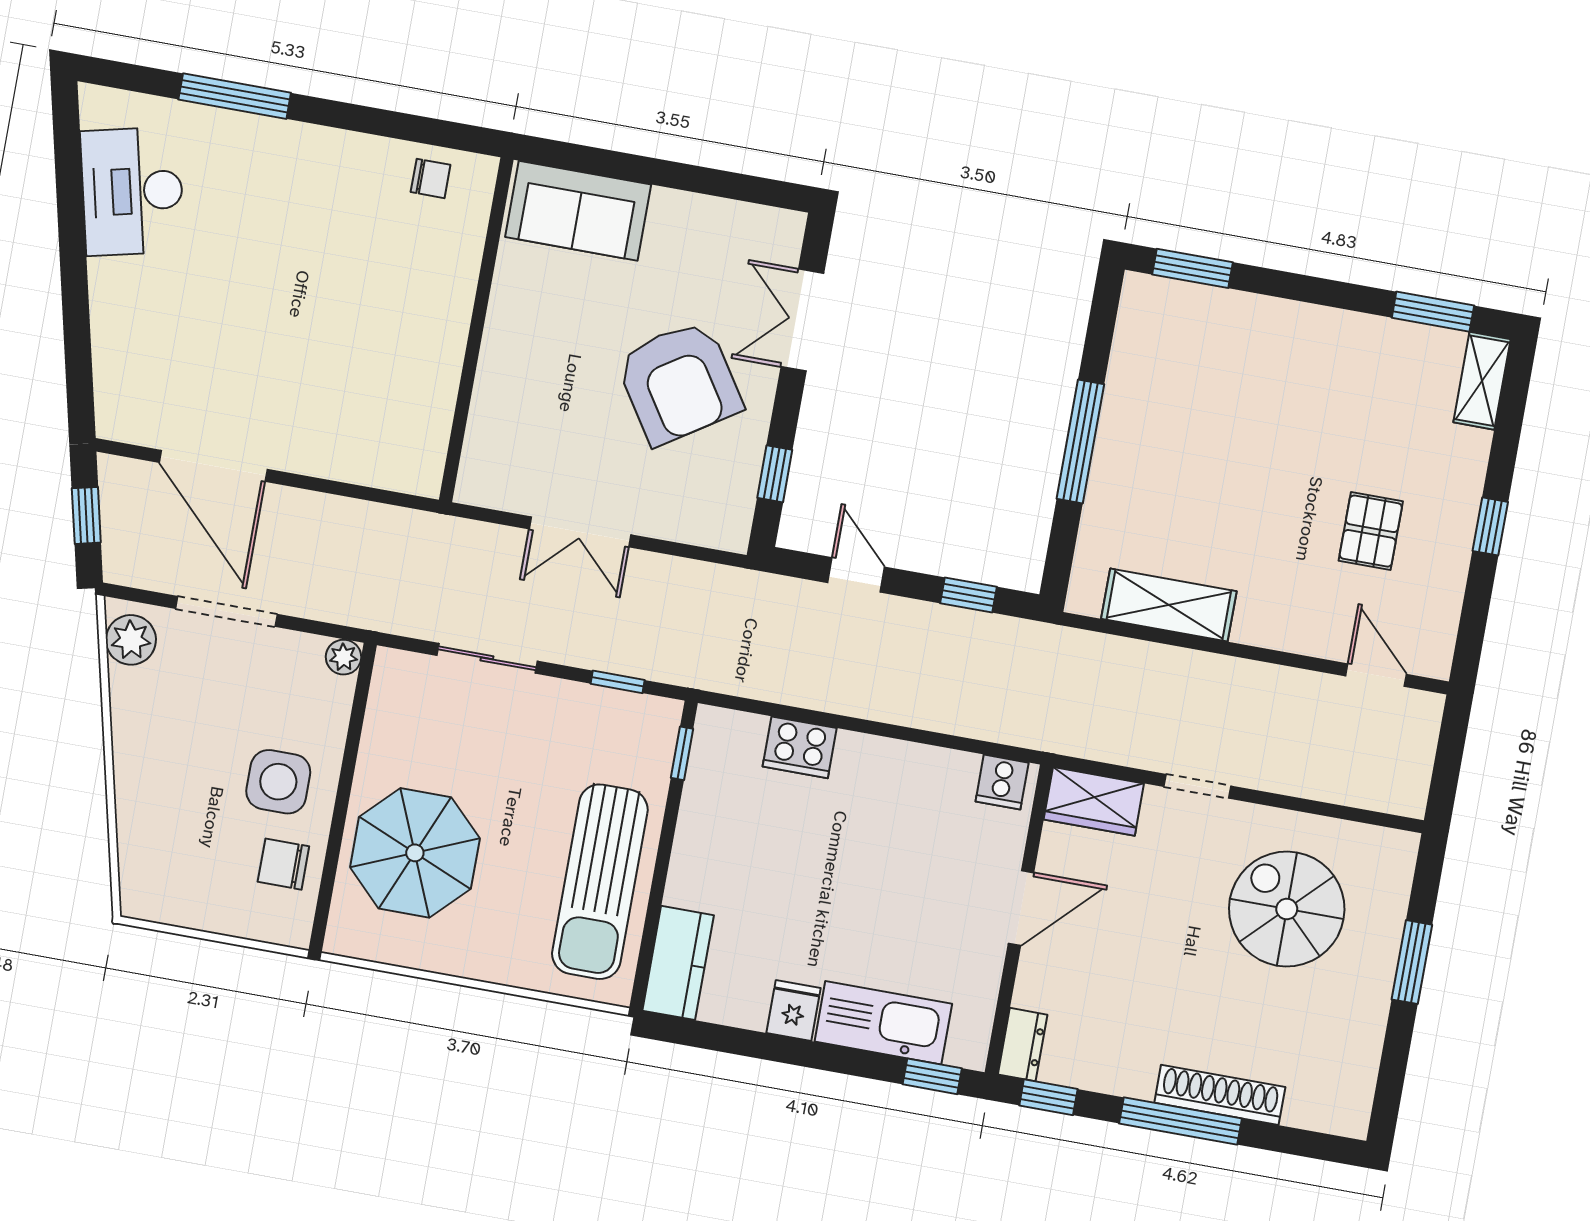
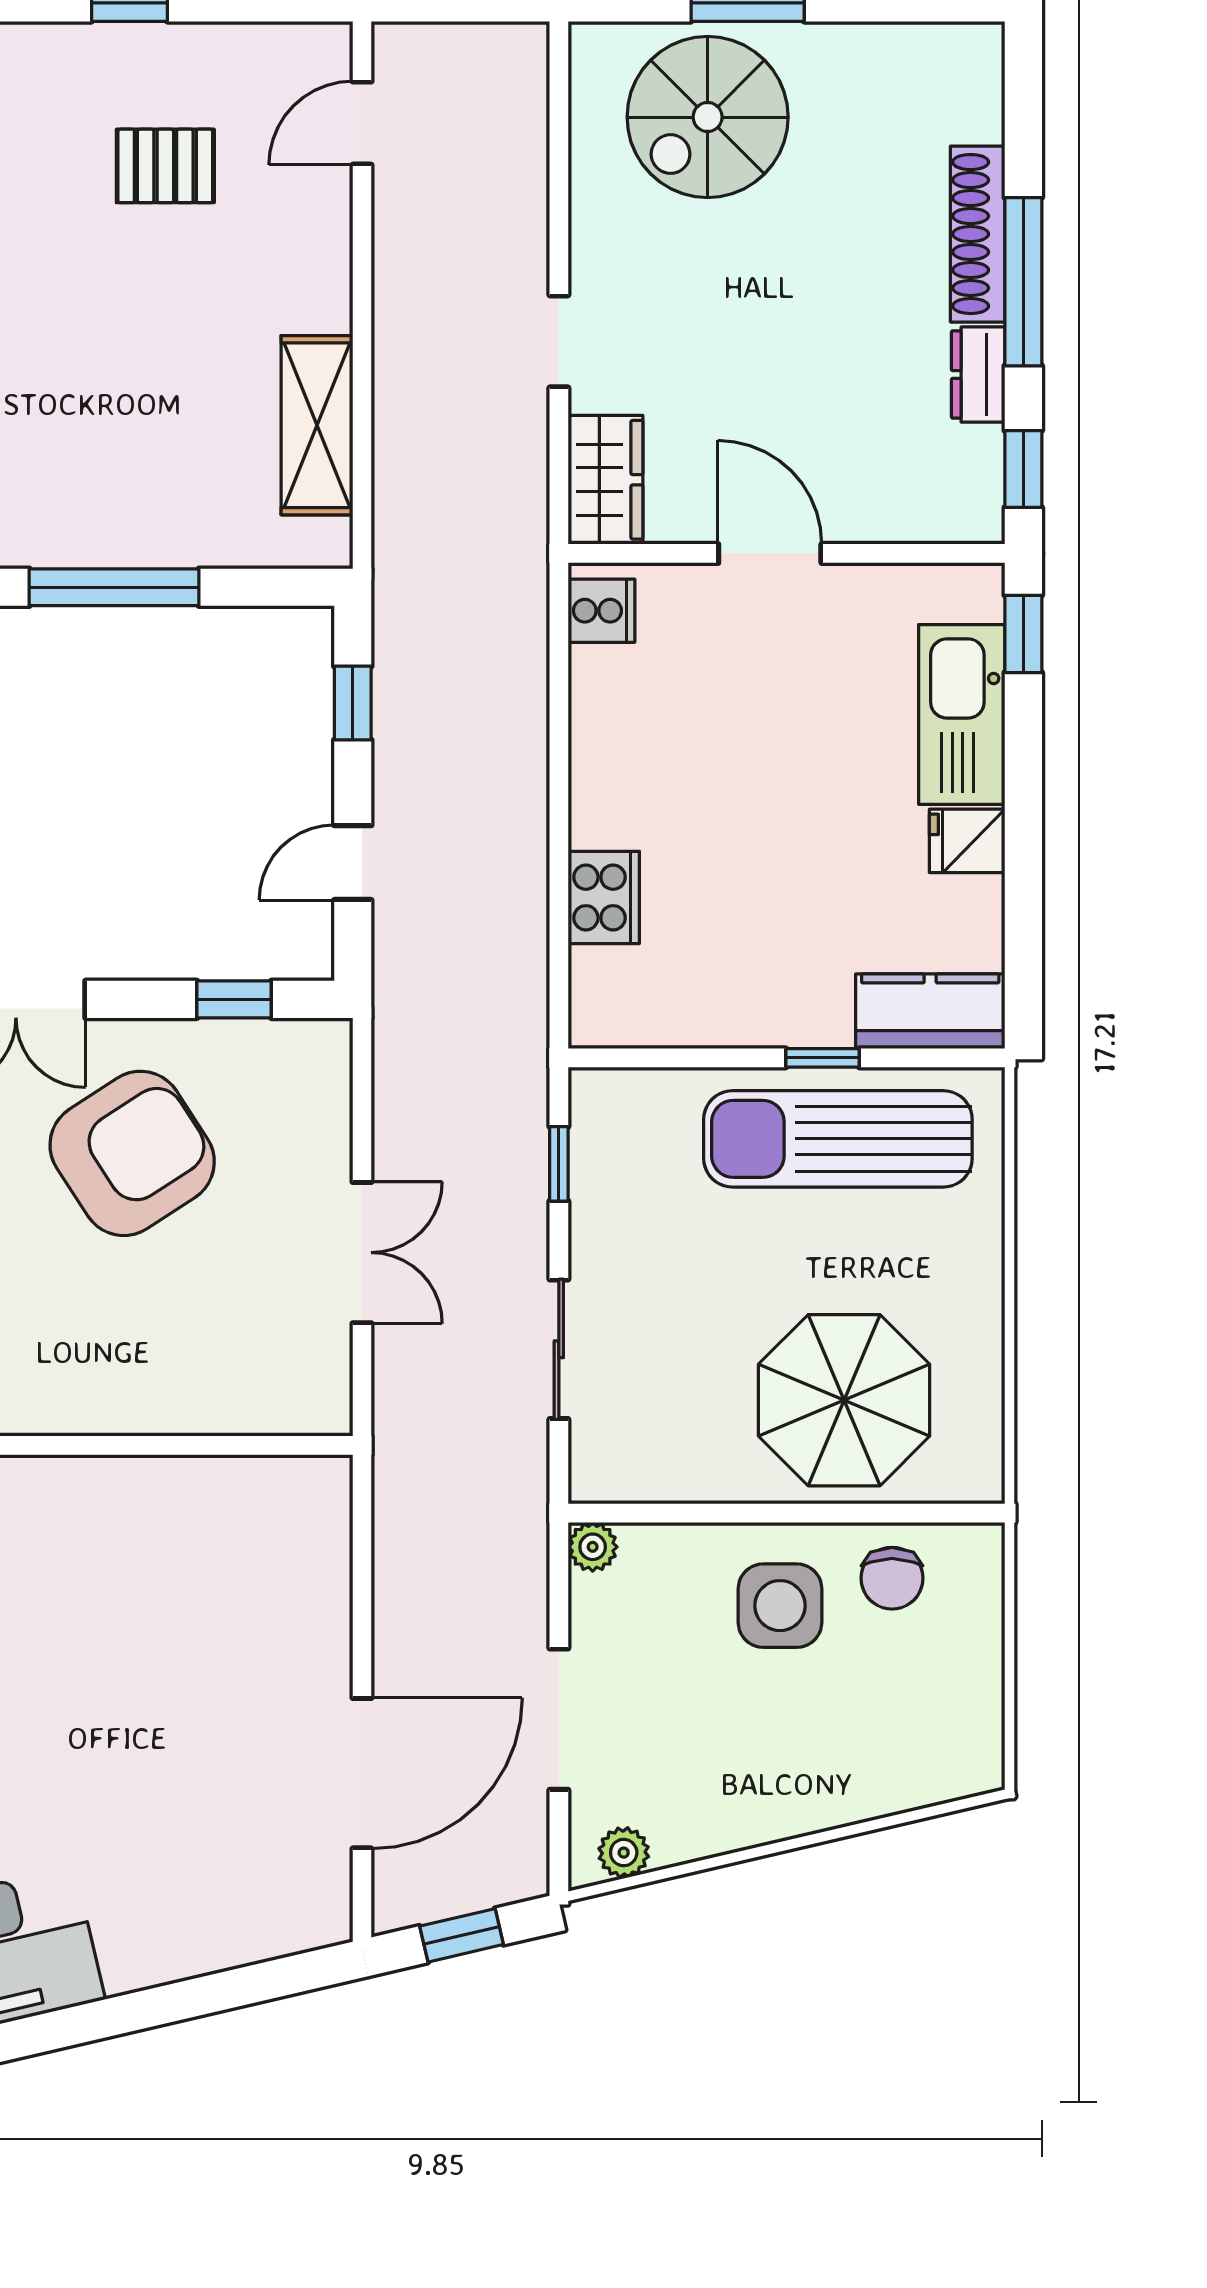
plant: (131, 640) -> (624, 1853), width x0.73, depth x0.73
window: (682, 753) -> (823, 1058), moved
sun lounger: (600, 882) -> (838, 1139), turned 180
spiral stairs: (1287, 909) -> (708, 117), moved
dresser: (1023, 1045) -> (978, 374), moved, turned -90

